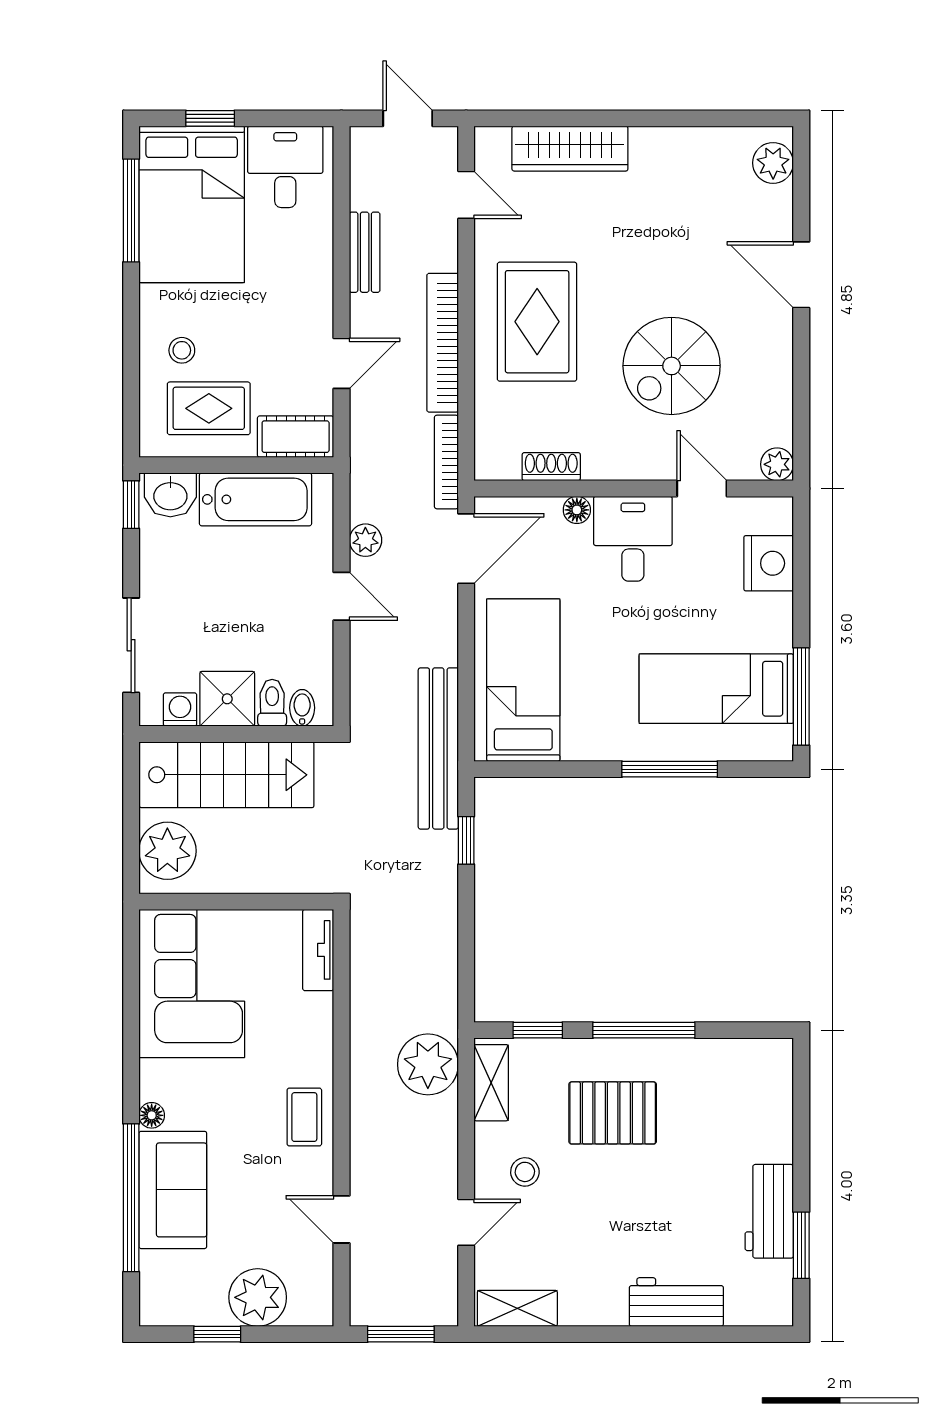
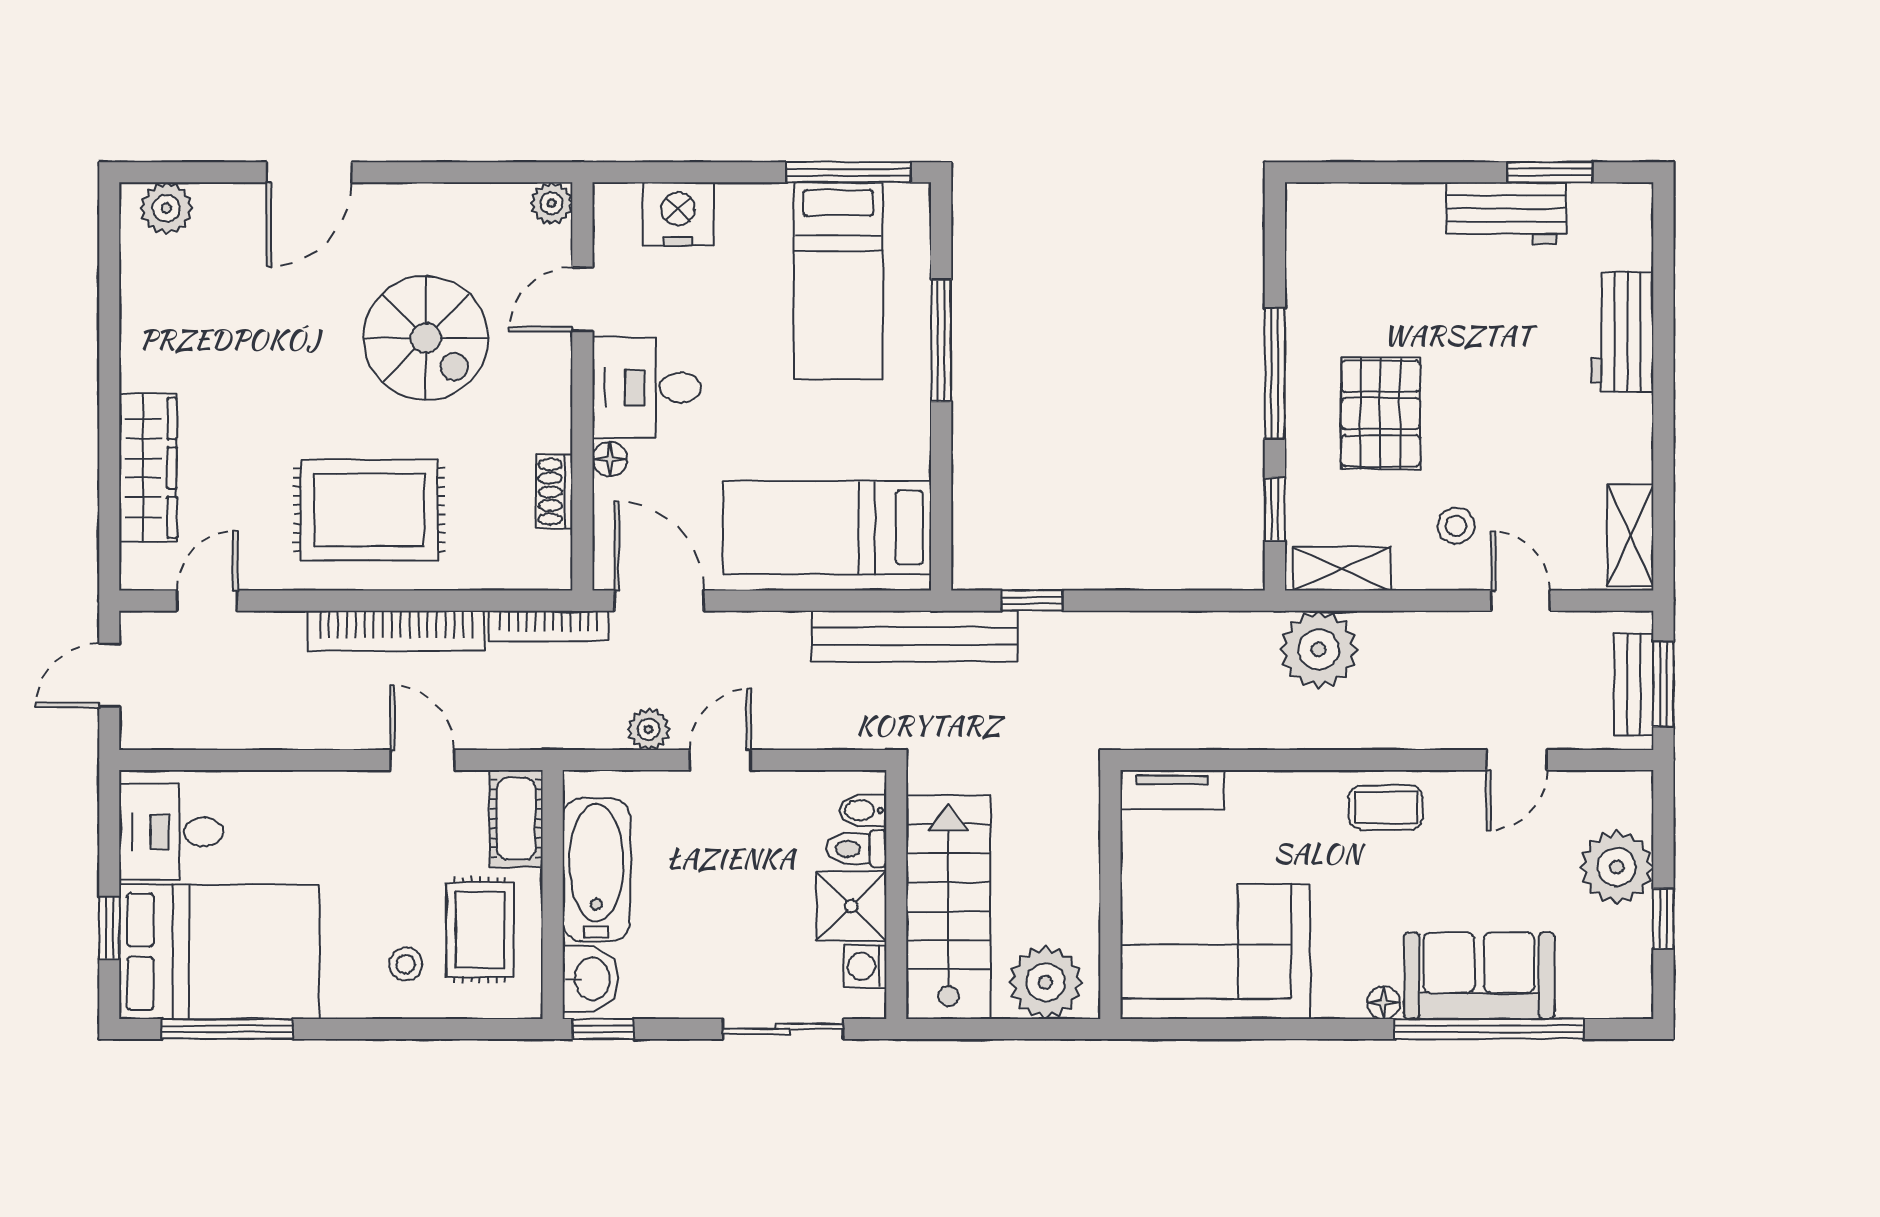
bench: (365, 252) -> (1634, 685), moved, turned 90

